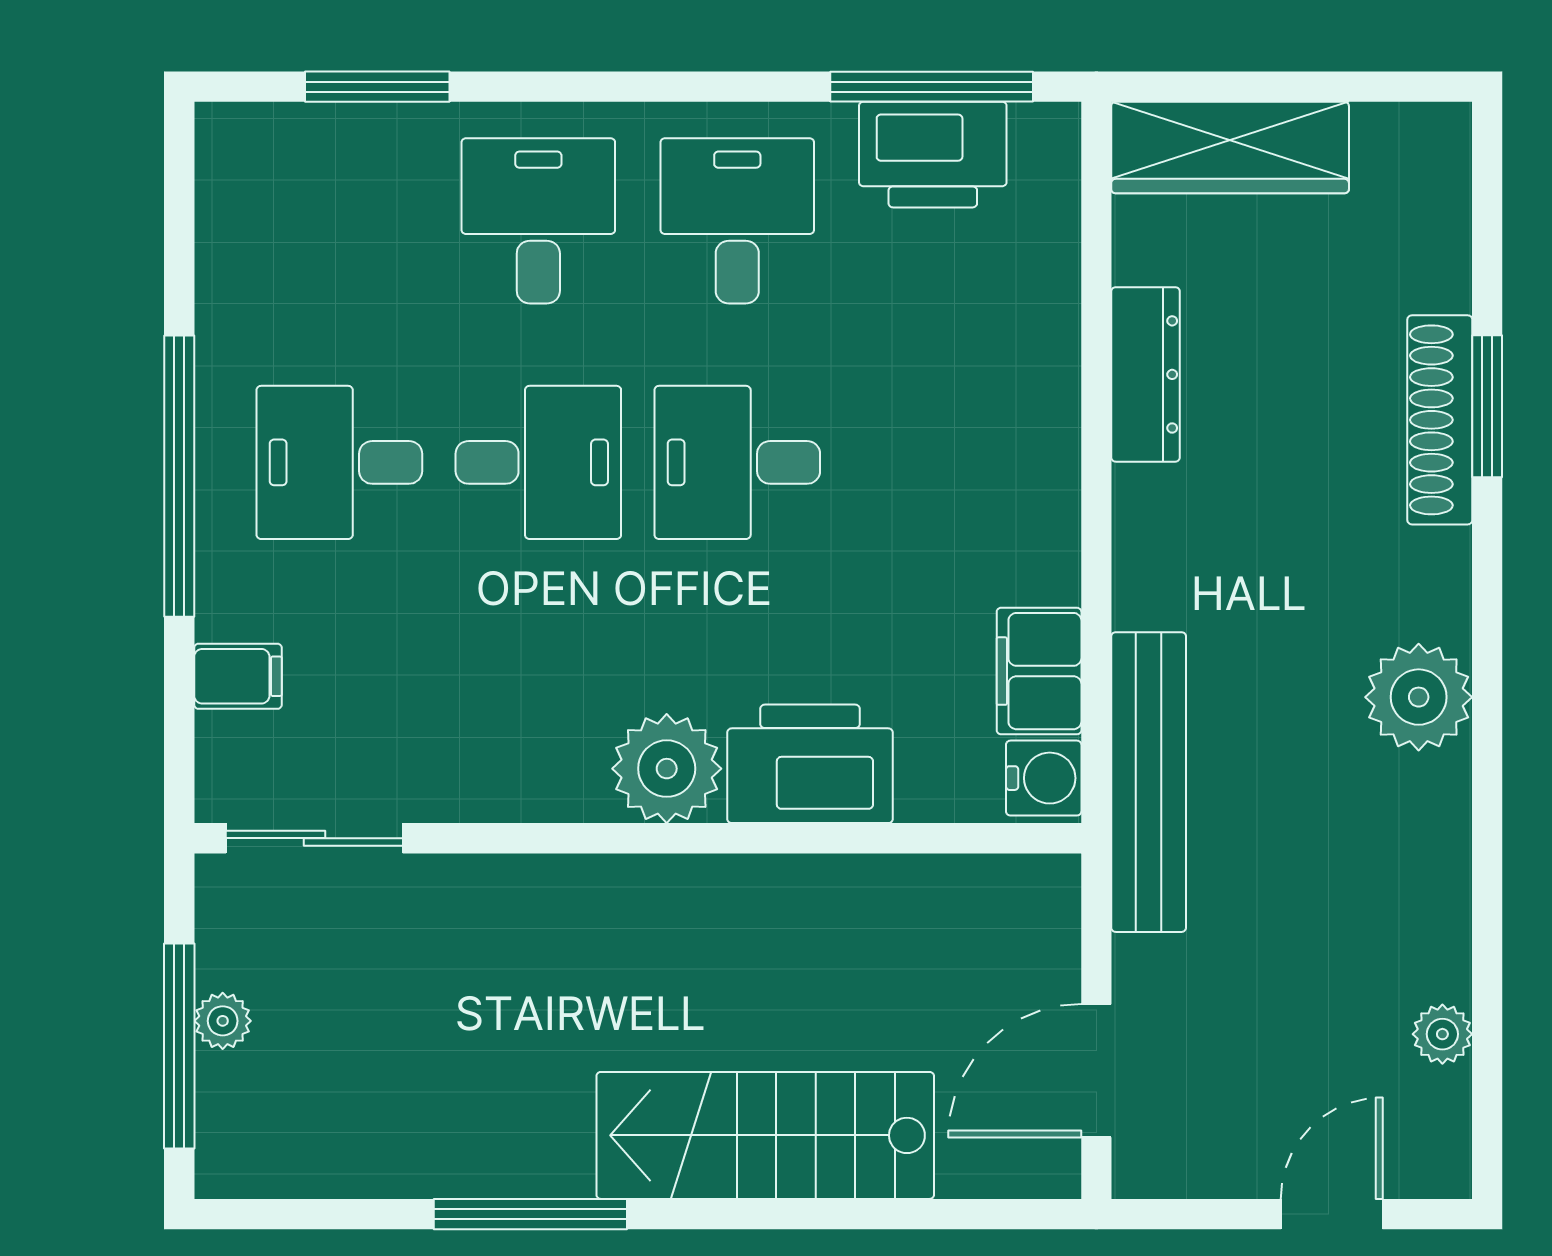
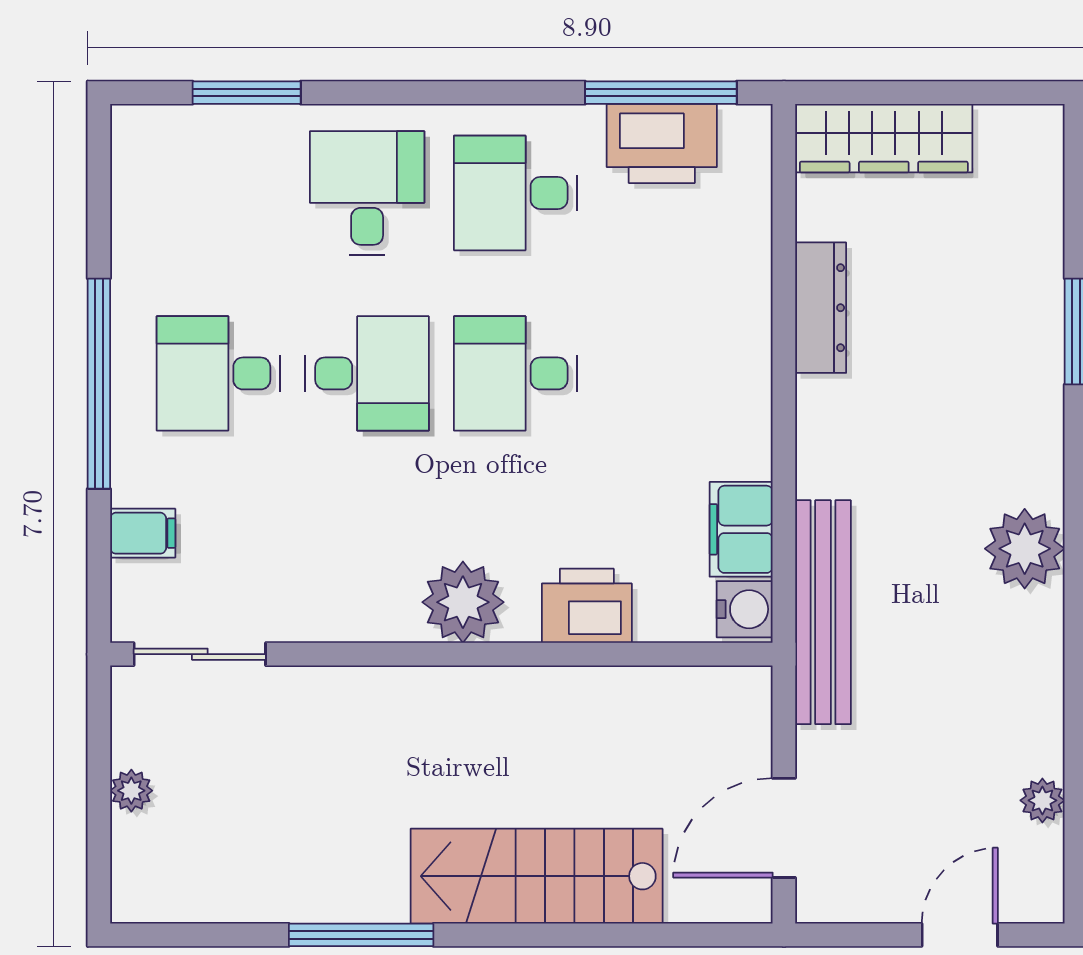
desk: (737, 221) -> (516, 193), turned -90
shoe rack: (1440, 420) -> (1041, 342), removed
printer: (810, 764) -> (587, 606), width x0.73, depth x0.84
window: (179, 1046) -> (99, 809), removed

